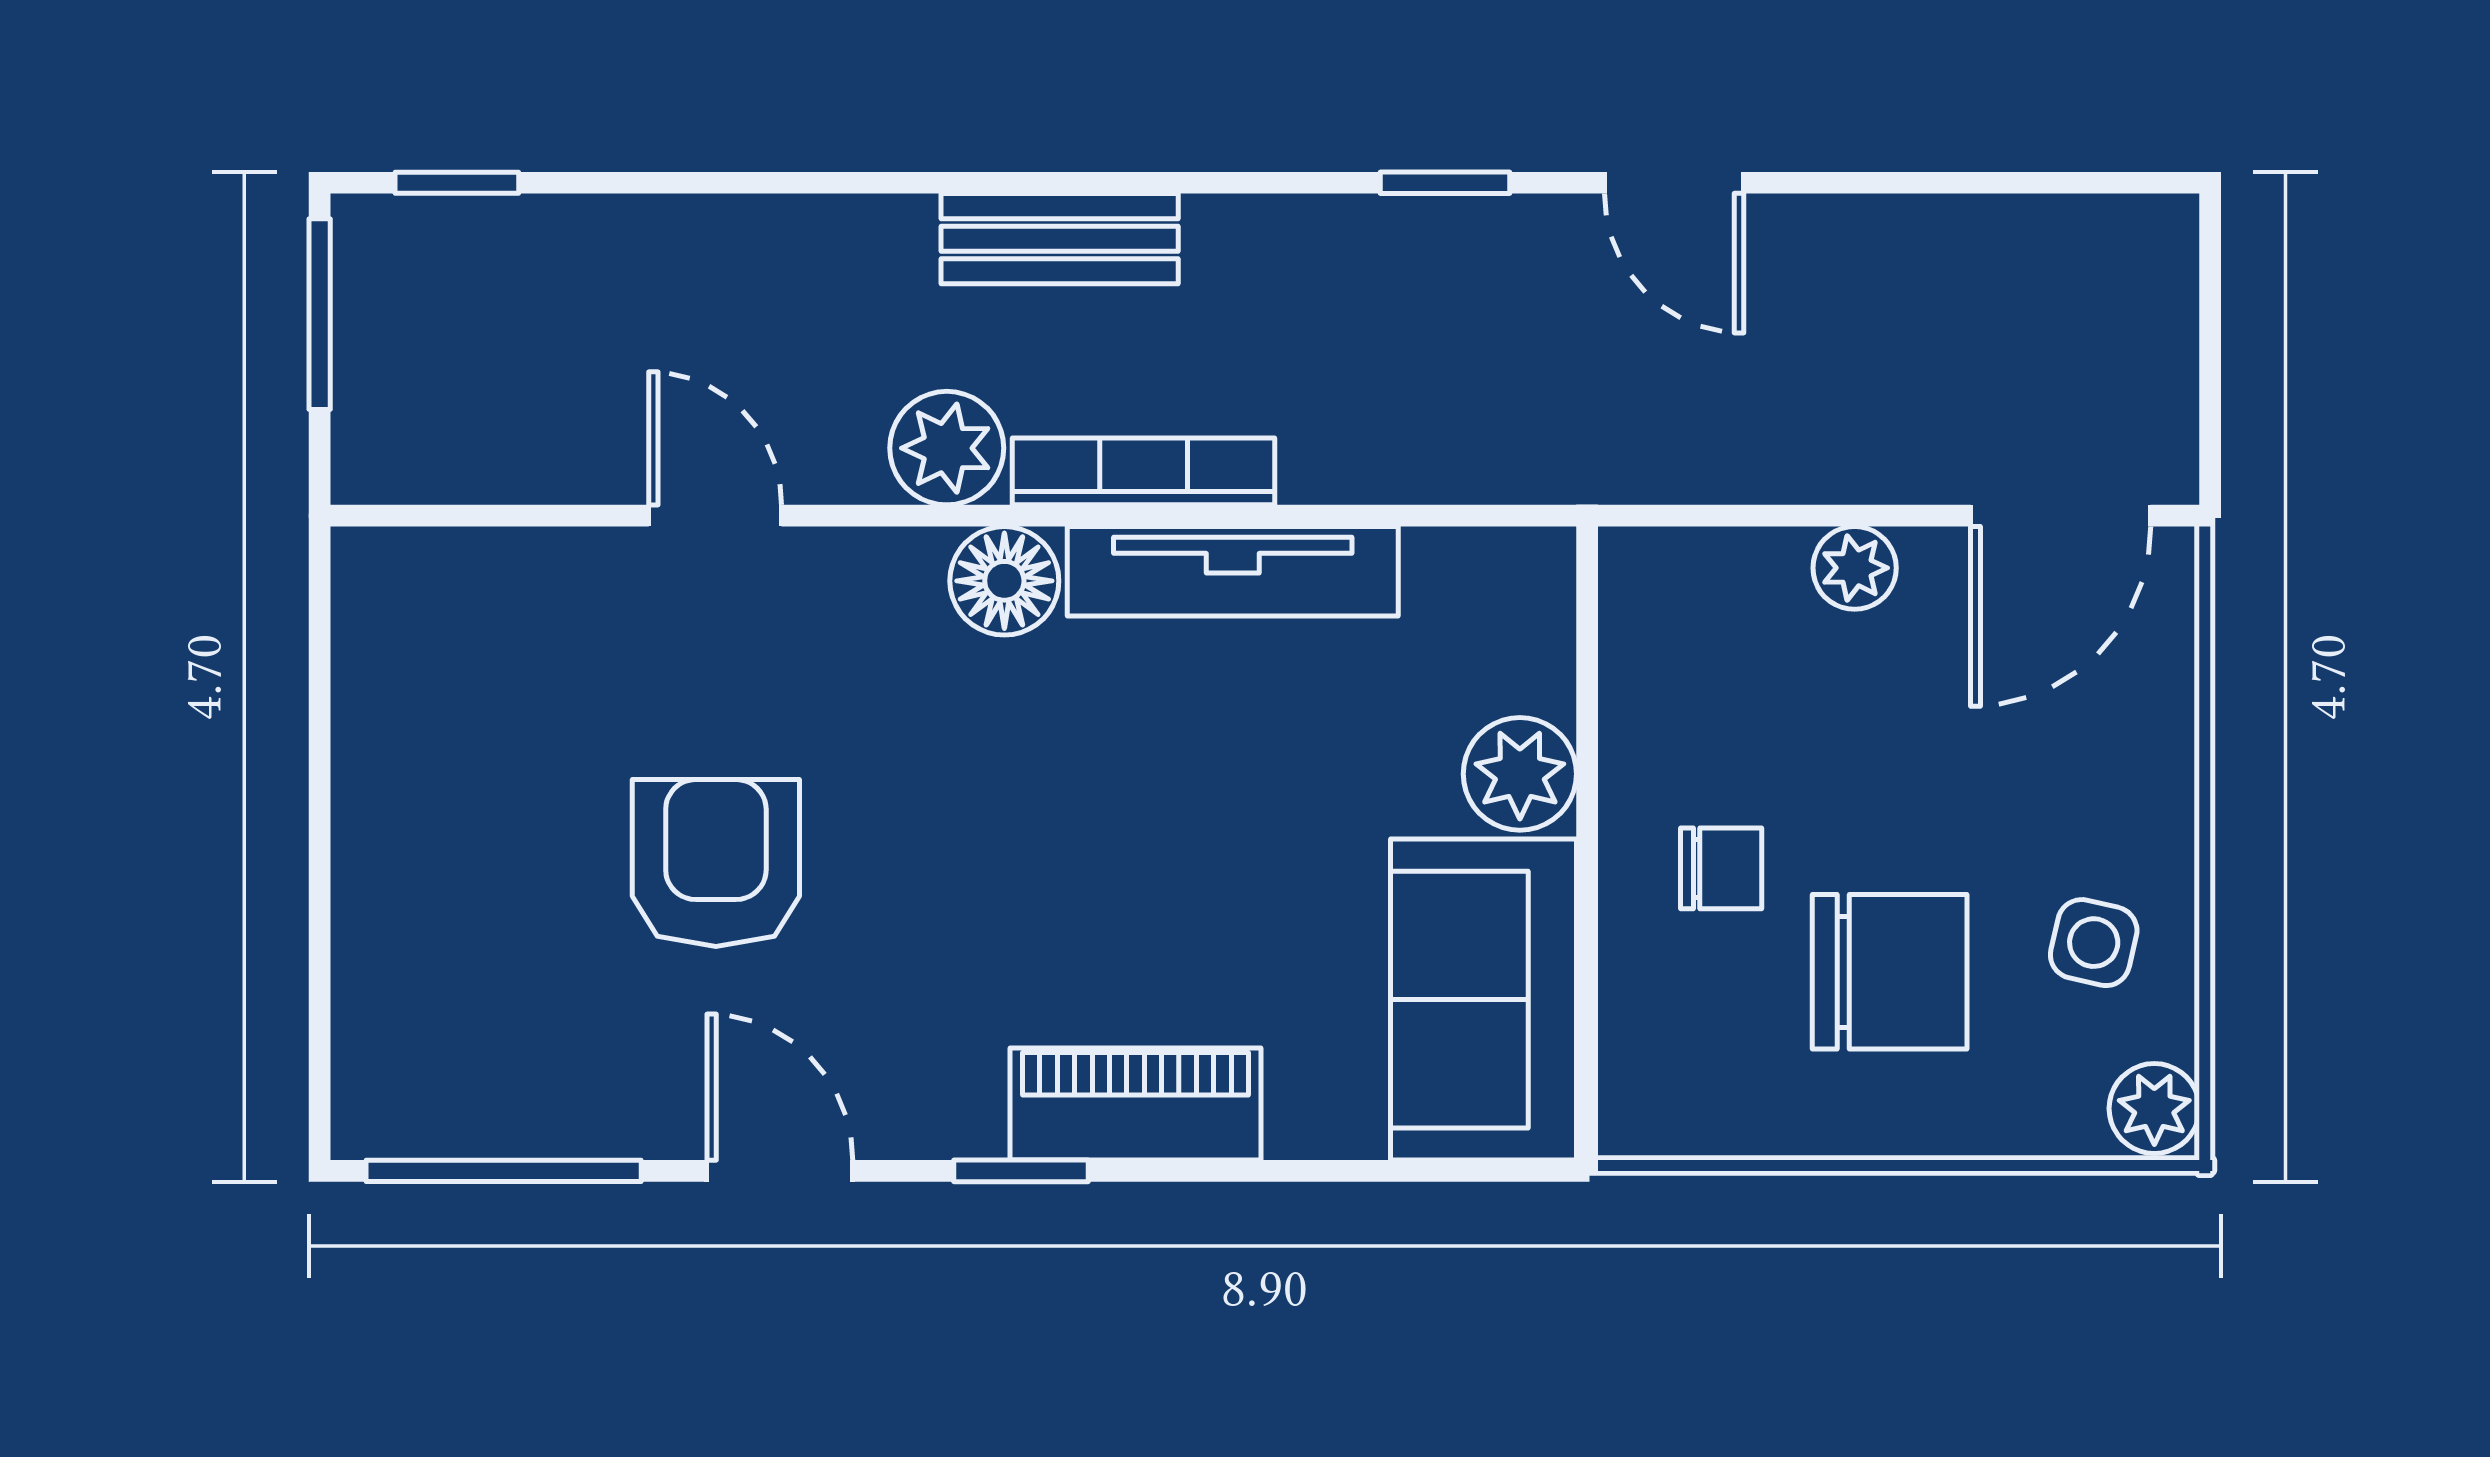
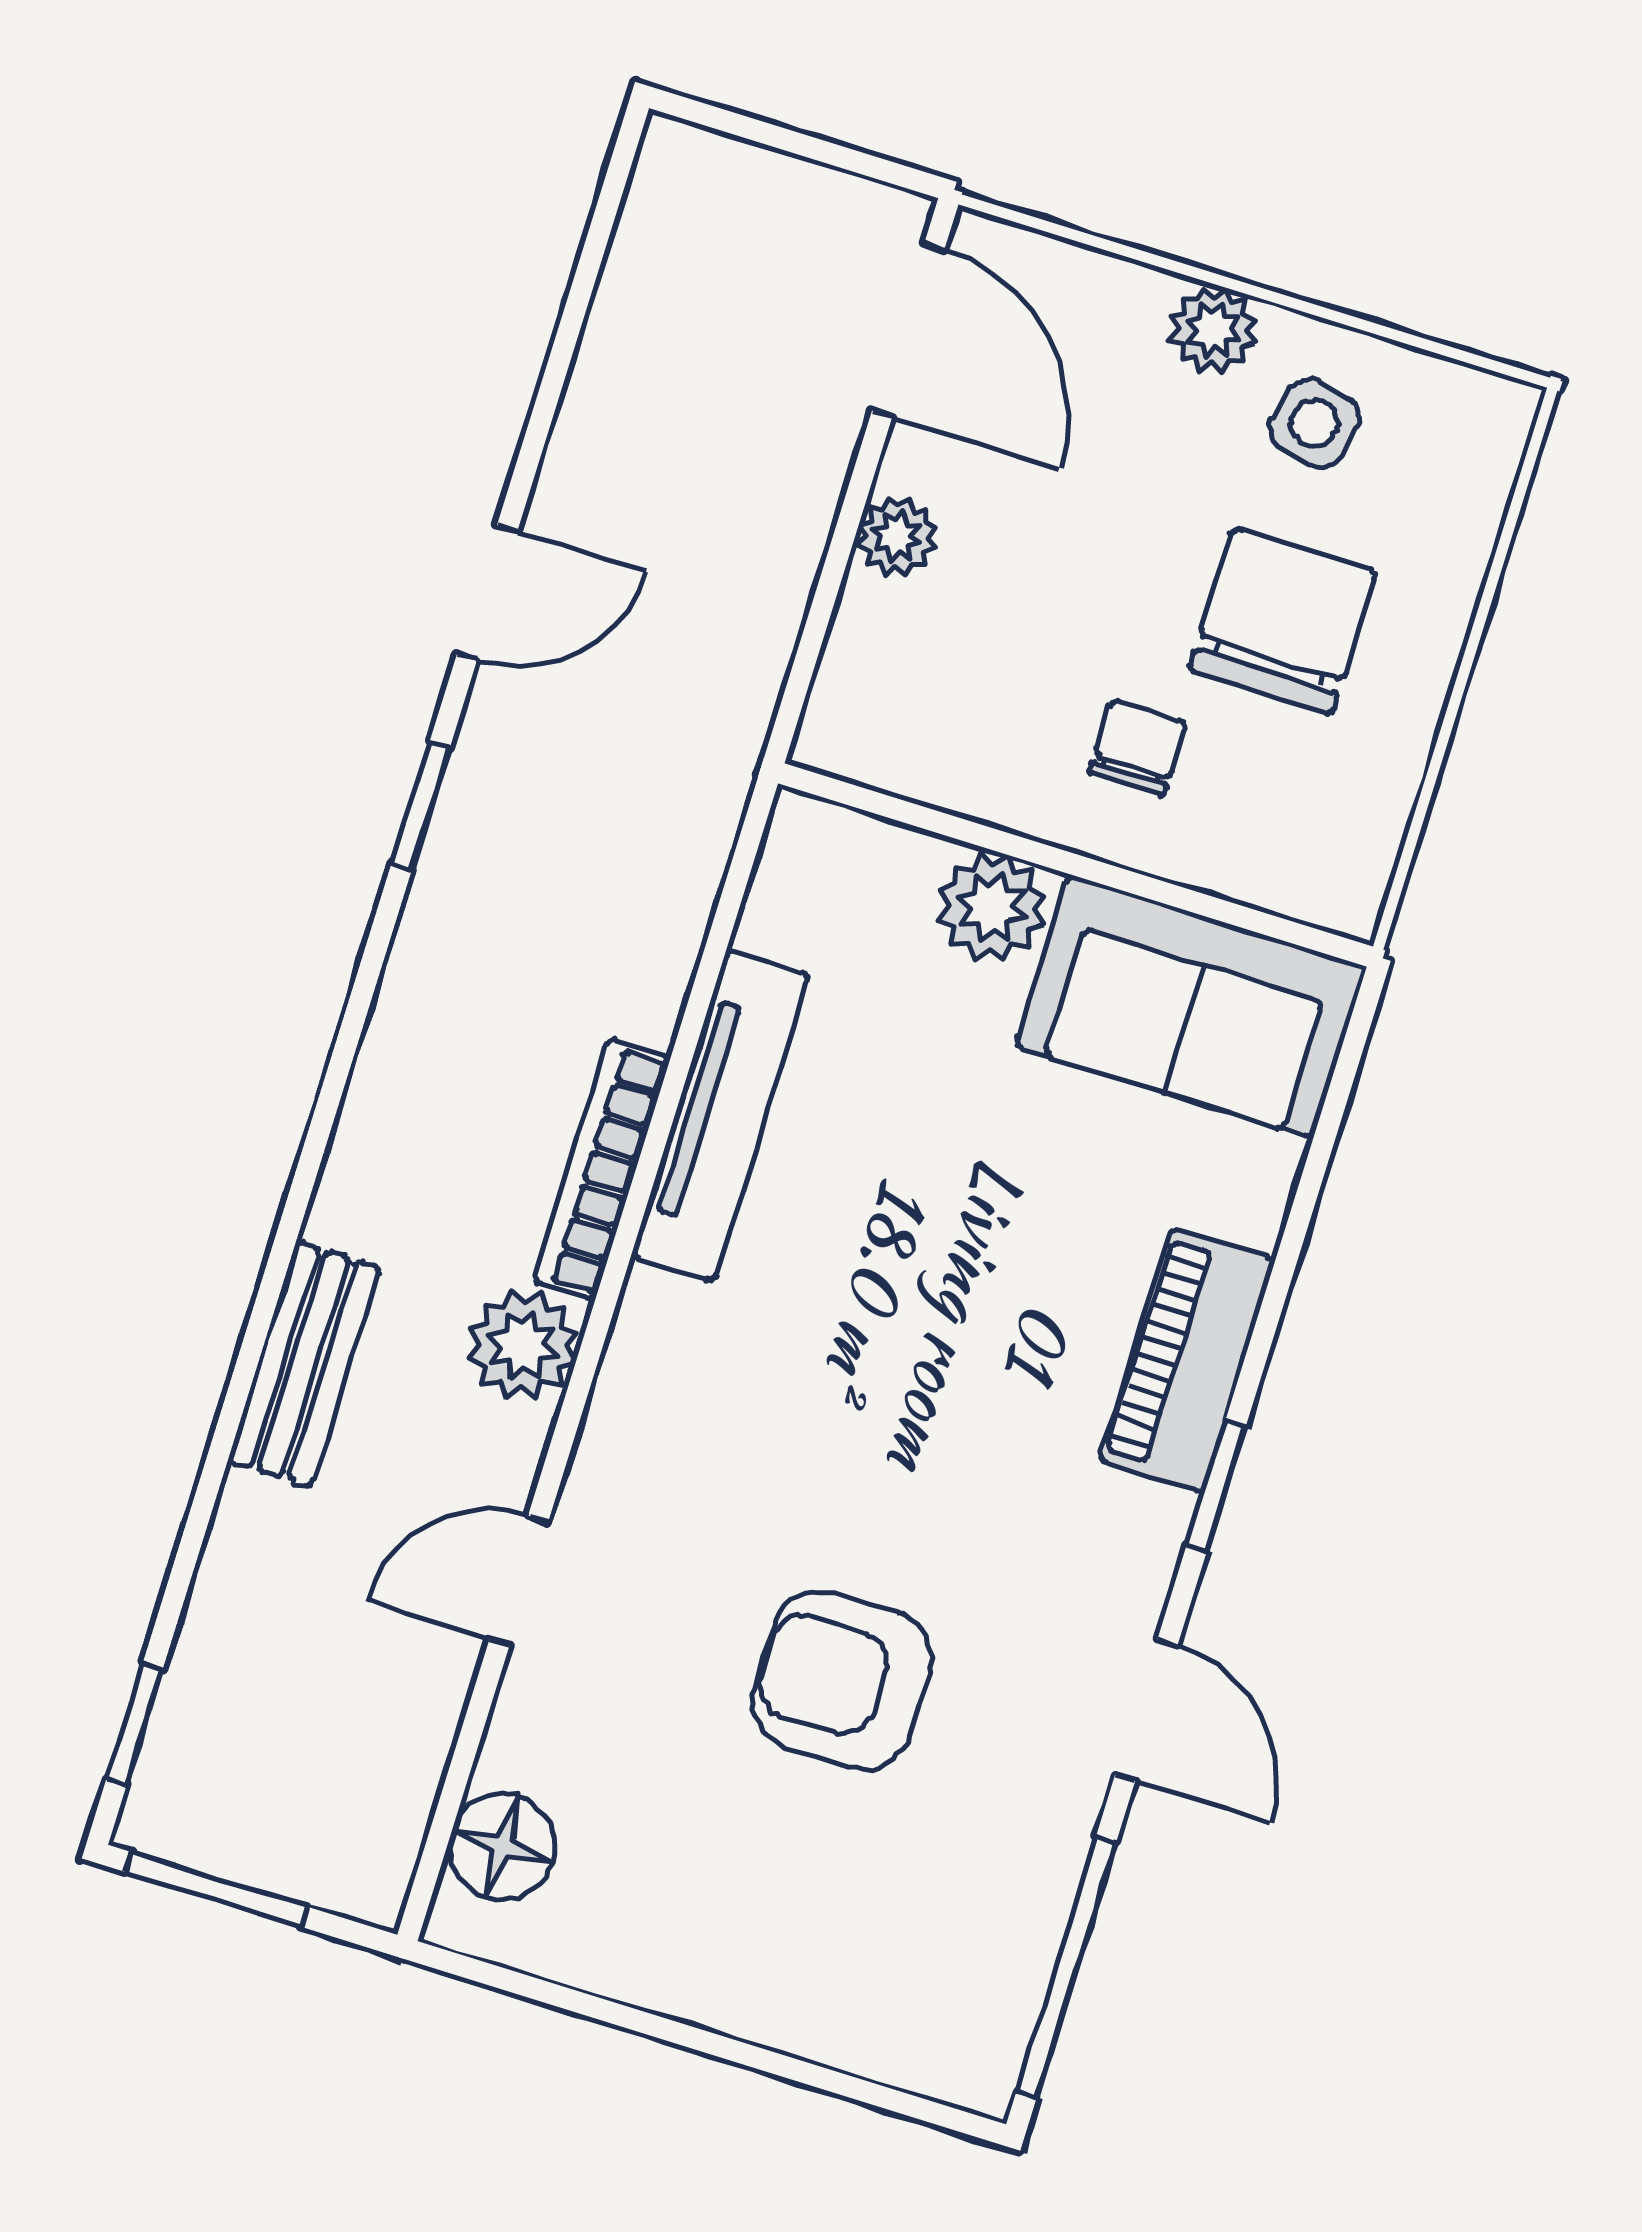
bench: (1060, 239) -> (304, 1364), moved
floor lamp: (1004, 581) -> (502, 1846), moved
plant: (2154, 1108) -> (1213, 330), moved
door: (780, 1171) -> (1146, 1710), swing flipped

